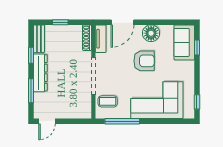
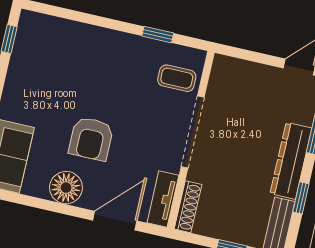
armchair: (144, 61) -> (91, 139), turned -90
corner sofa: (157, 100) -> (84, 59), removed
window: (122, 121) -> (158, 35), width x0.46

